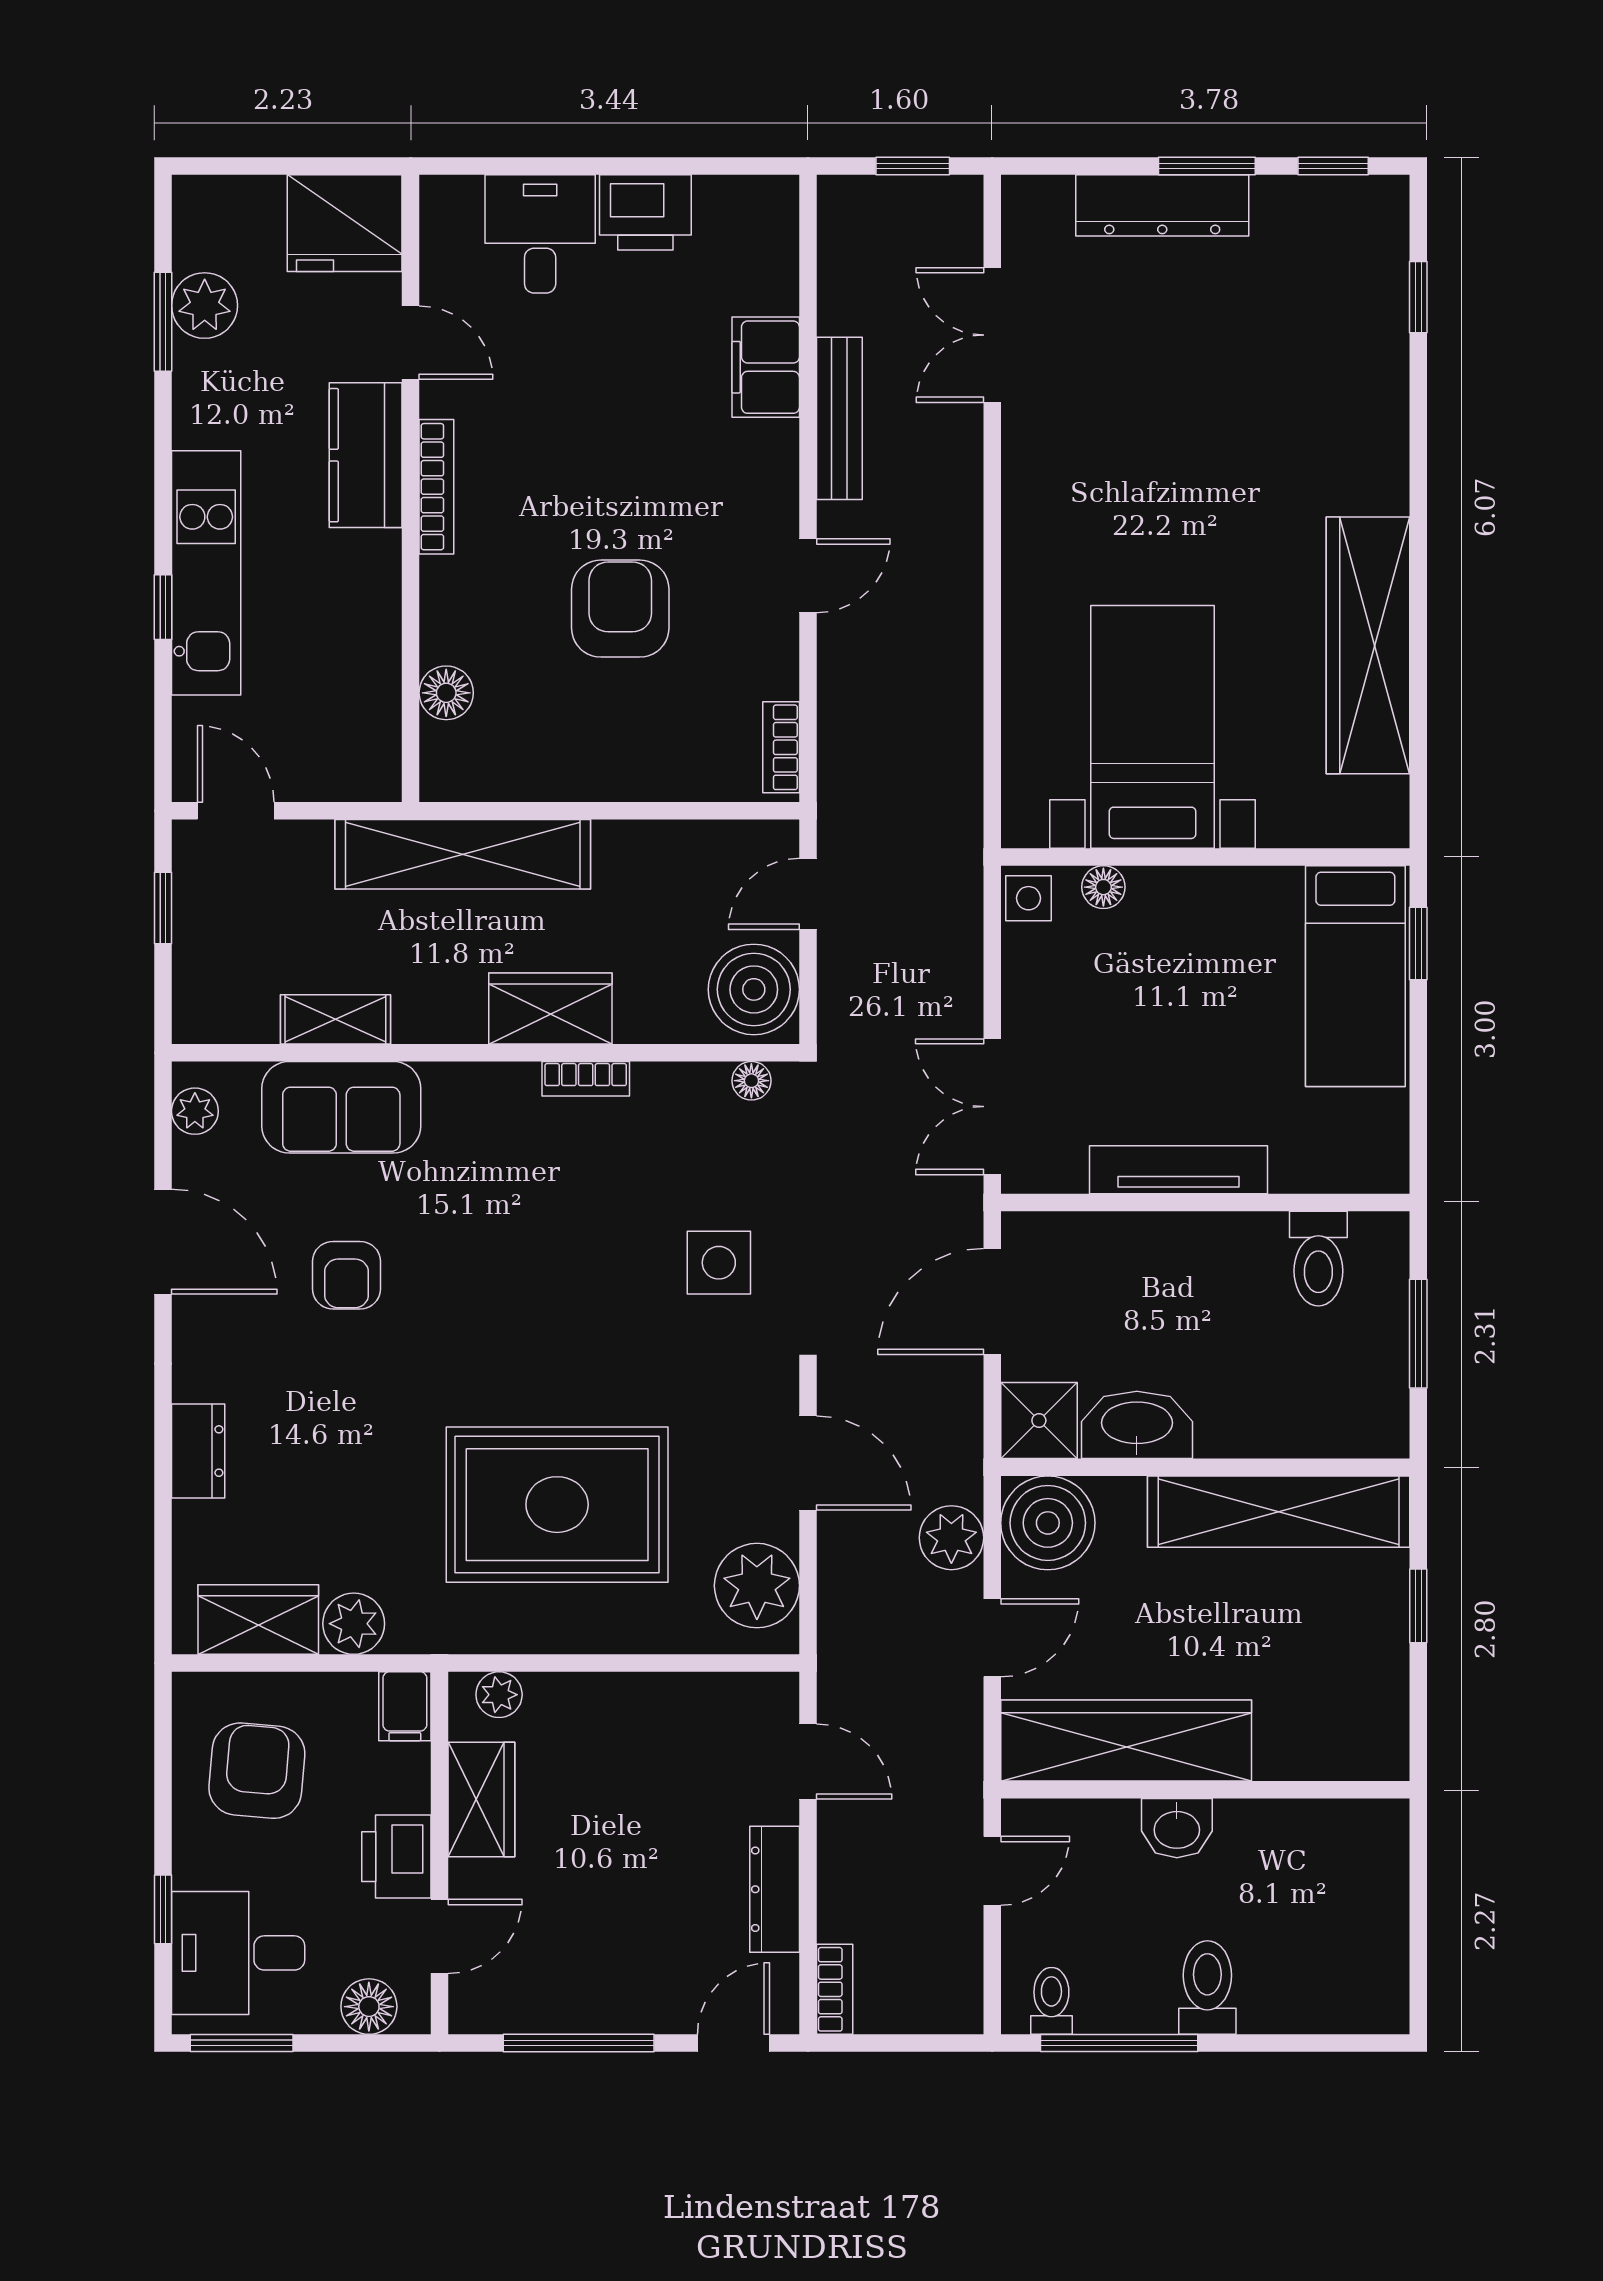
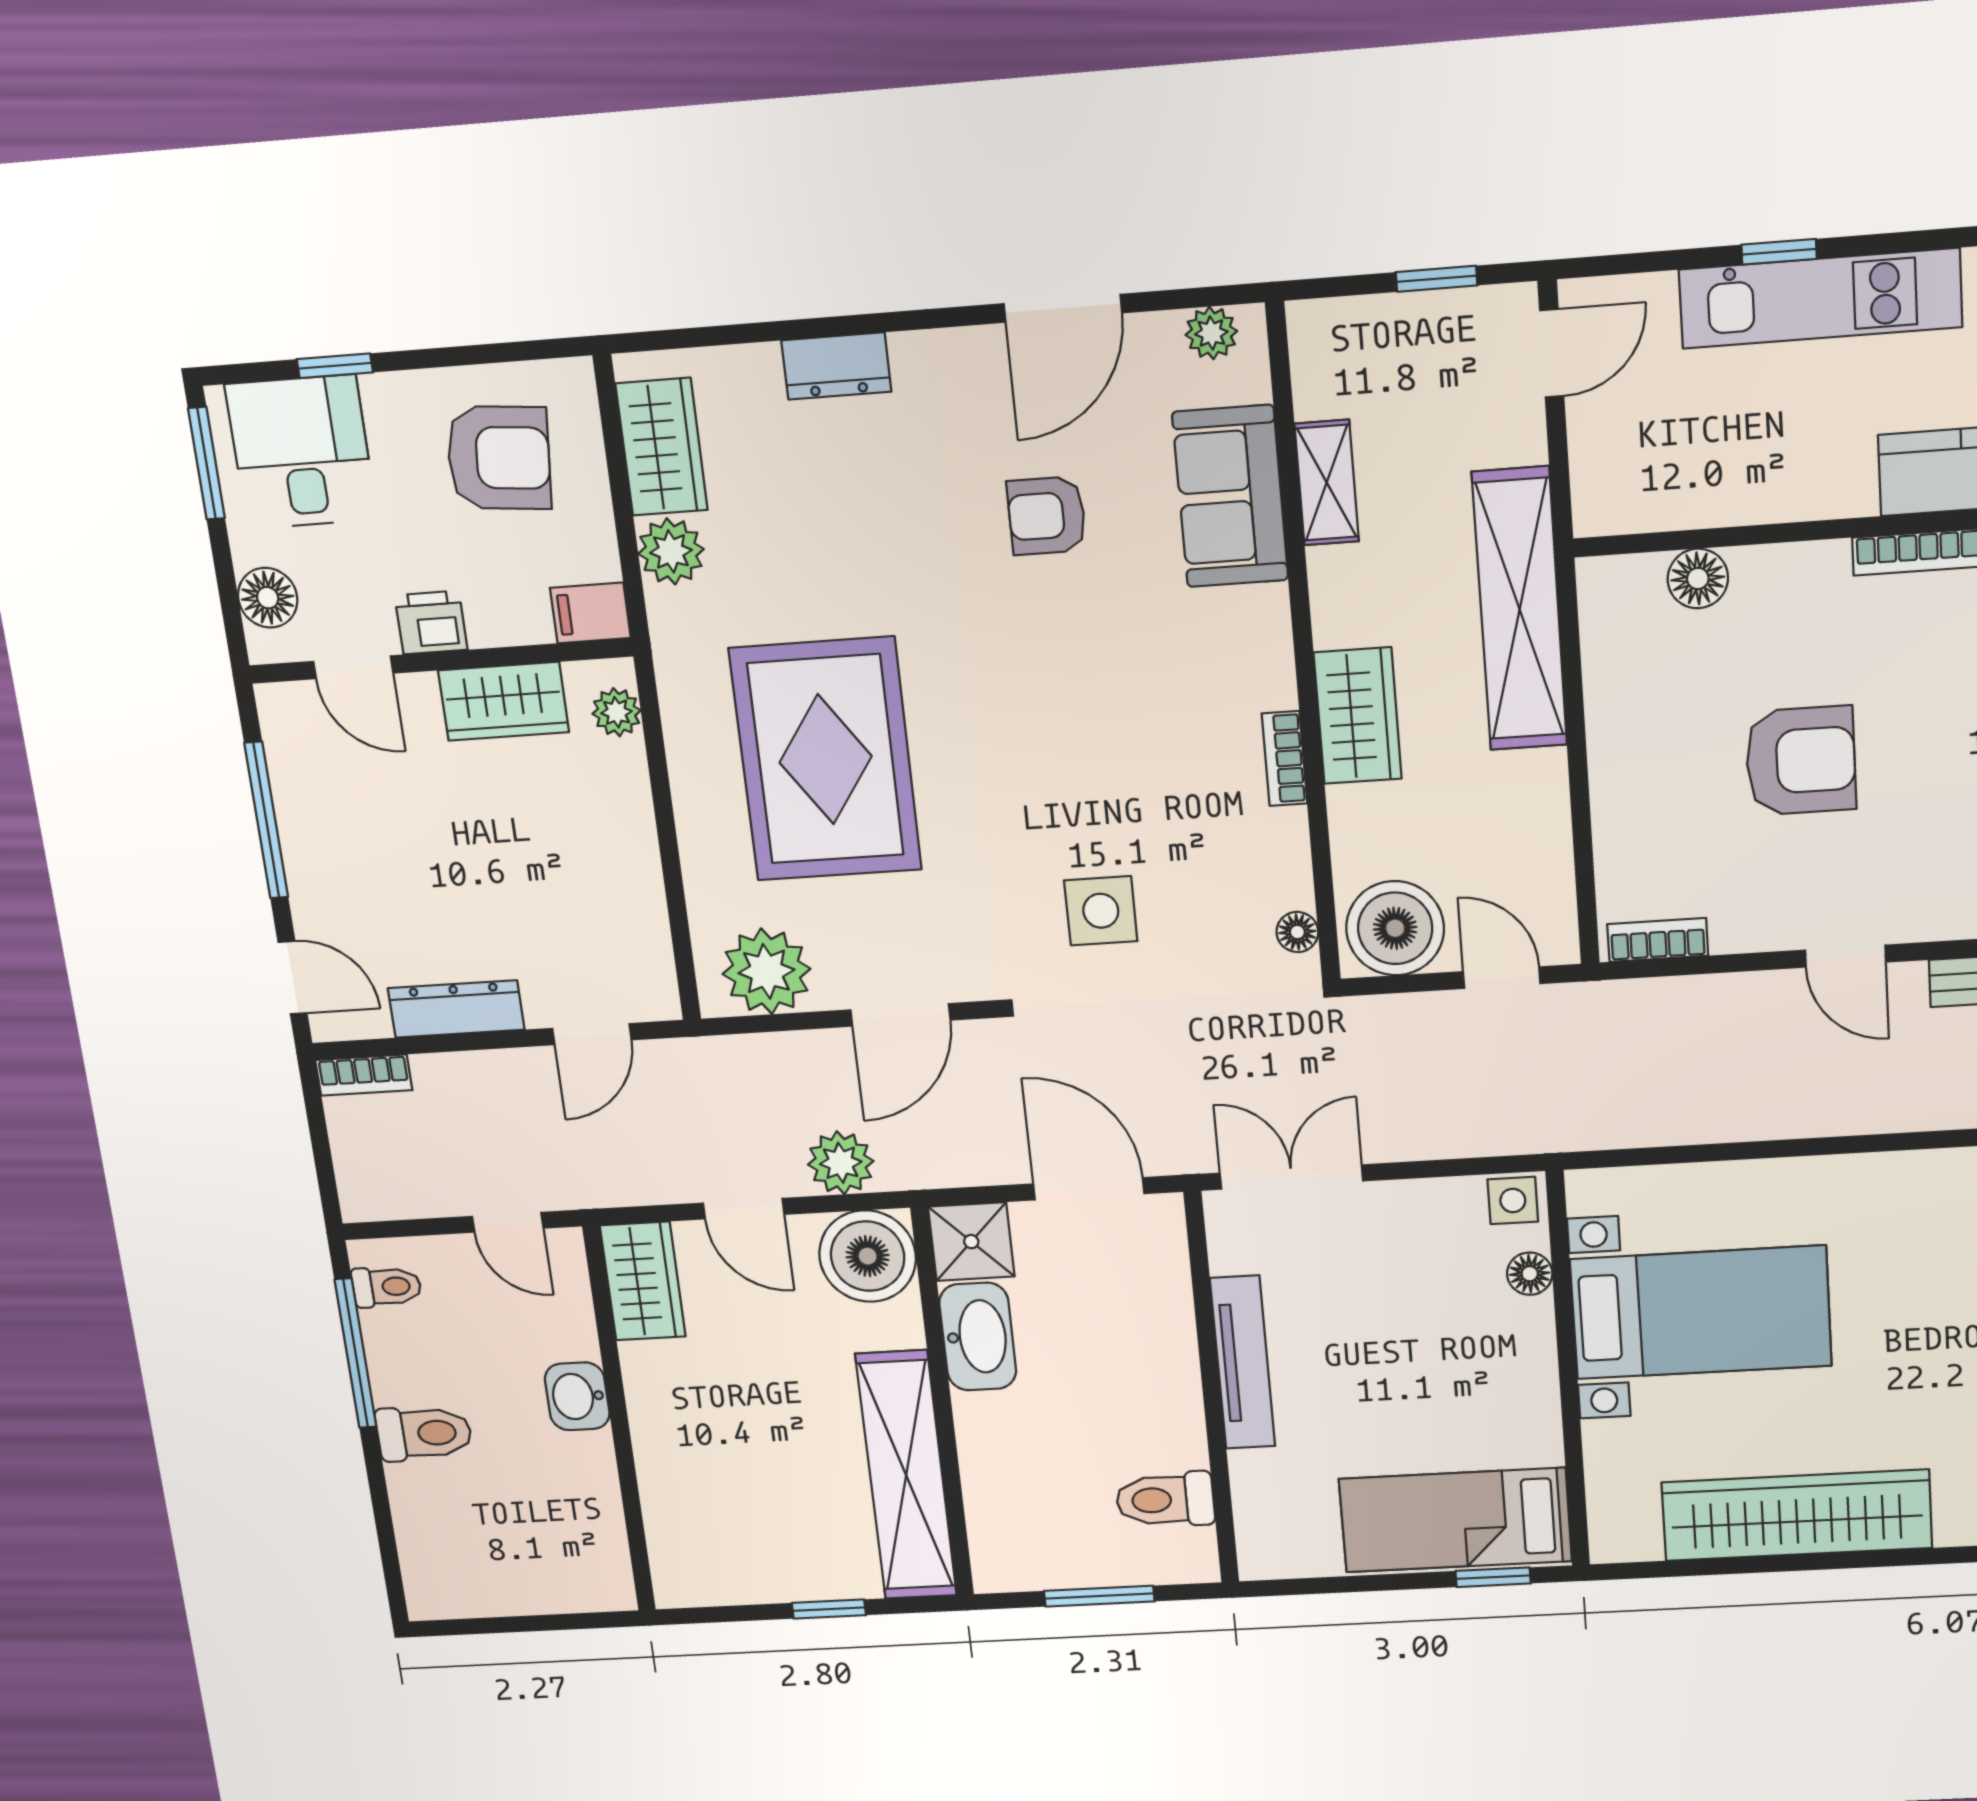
wardrobe: (1126, 1740) -> (643, 1281), width x0.48, depth x0.85
printer: (396, 1857) -> (431, 623), width x0.73, depth x0.81

